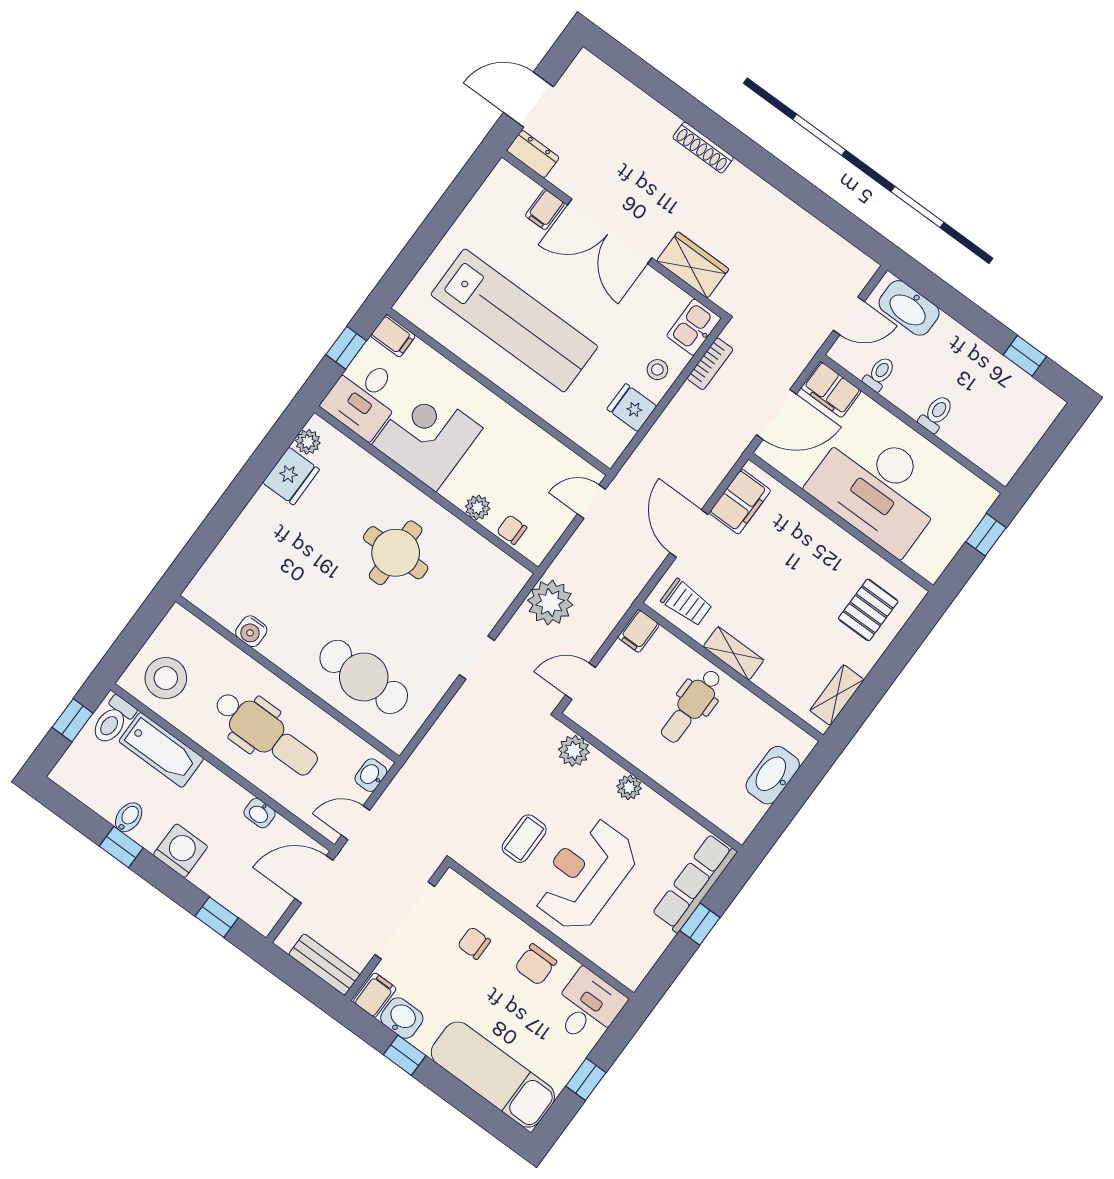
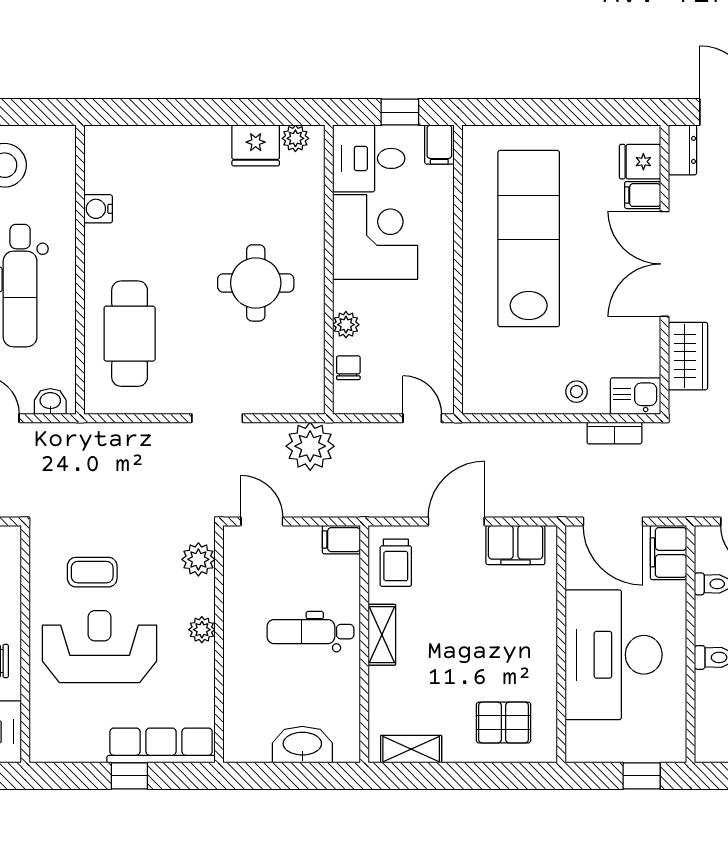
lab bench: (514, 320) -> (529, 239), turned 180
fridge: (632, 408) -> (640, 162), moved, turned -90

